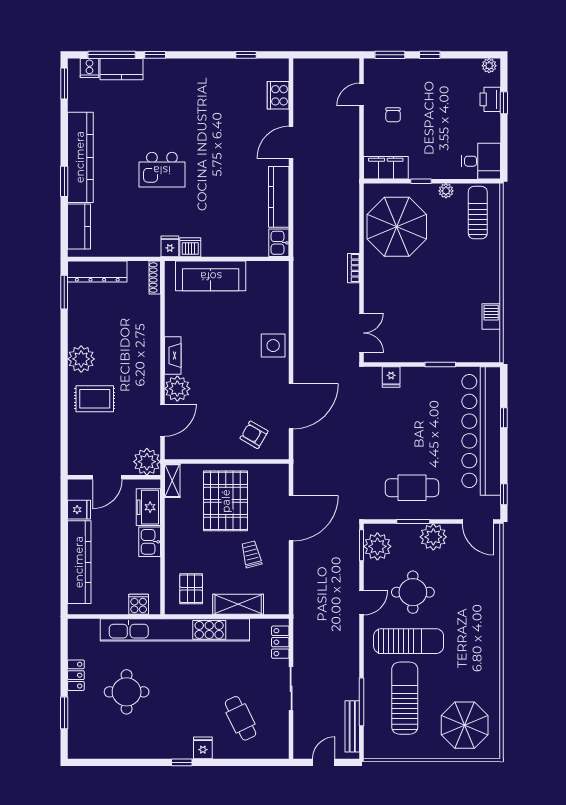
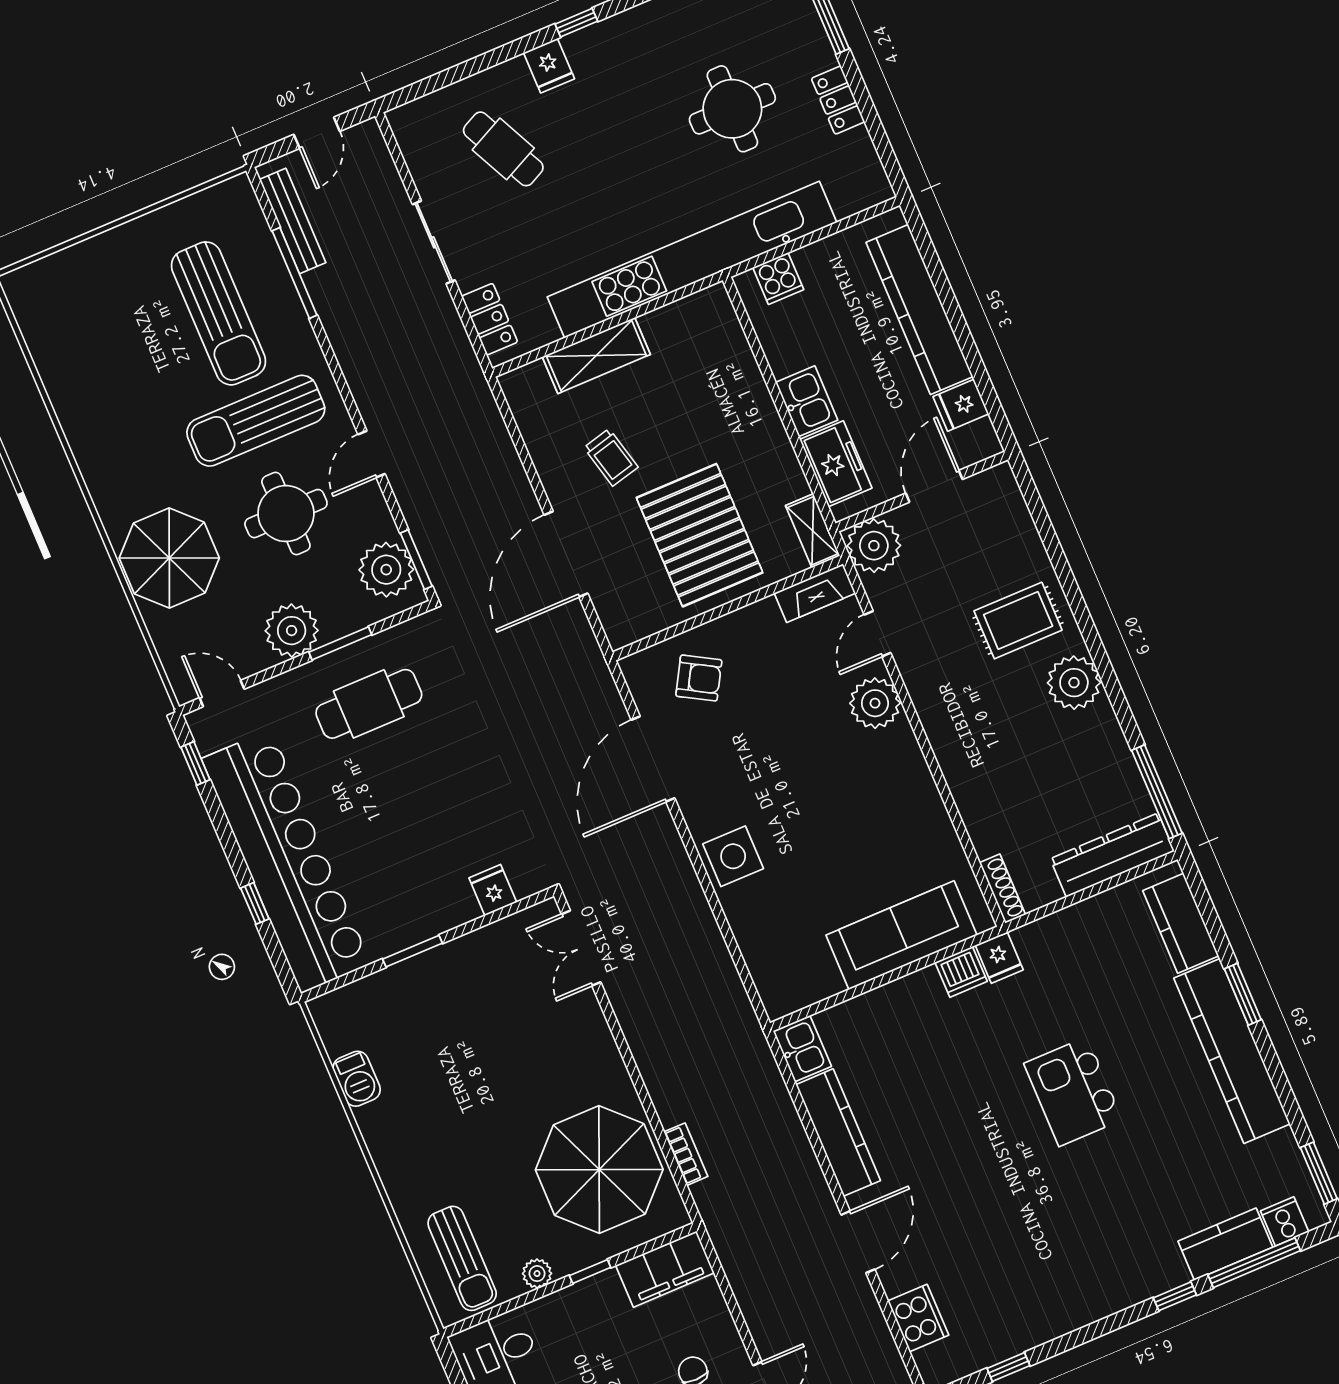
kitchen island: (162, 170) -> (1073, 1092), turned -90
bookcase: (354, 268) -> (686, 1154), moved
window: (64, 292) -> (1157, 792), width x1.44
fireplace: (173, 355) -> (815, 593), moved, turned -90
door: (162, 420) -> (878, 634), width x0.73
door: (478, 521) -> (222, 693), width x0.73
pallet: (191, 589) -> (694, 348), removed
parasol: (465, 725) -> (169, 558), moved

